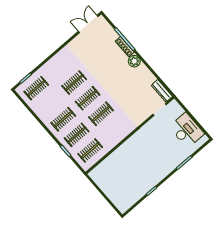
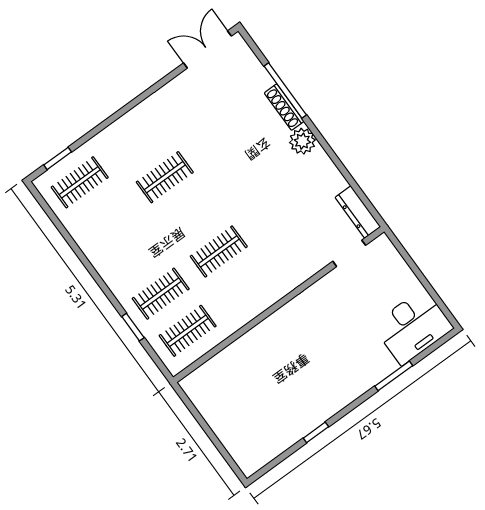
clothes rail: (88, 98) -> (192, 214), removed
clothes rail: (63, 119) -> (134, 257), removed
desk: (187, 130) -> (413, 327), moved, turned 90

